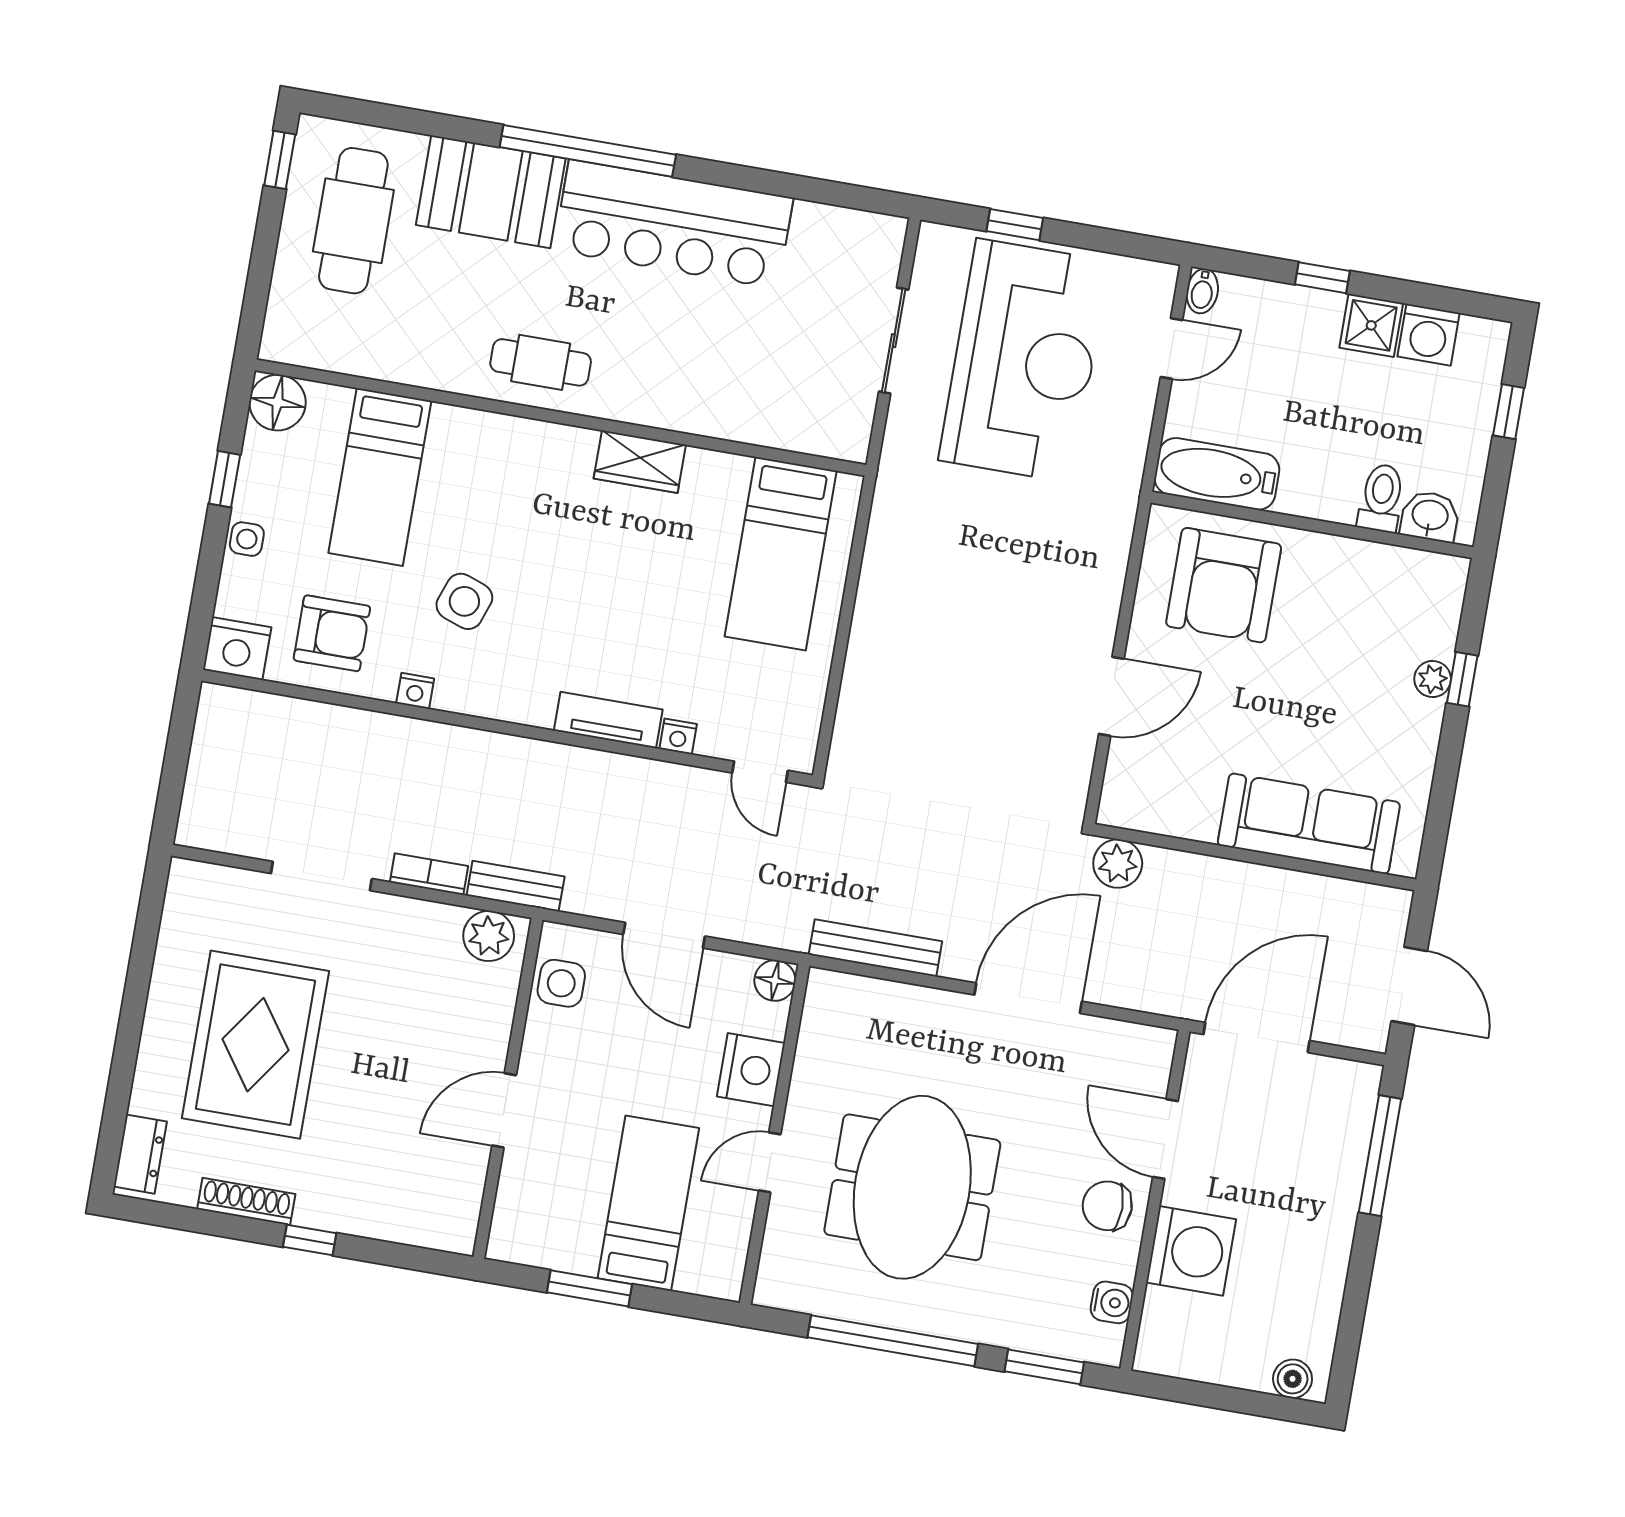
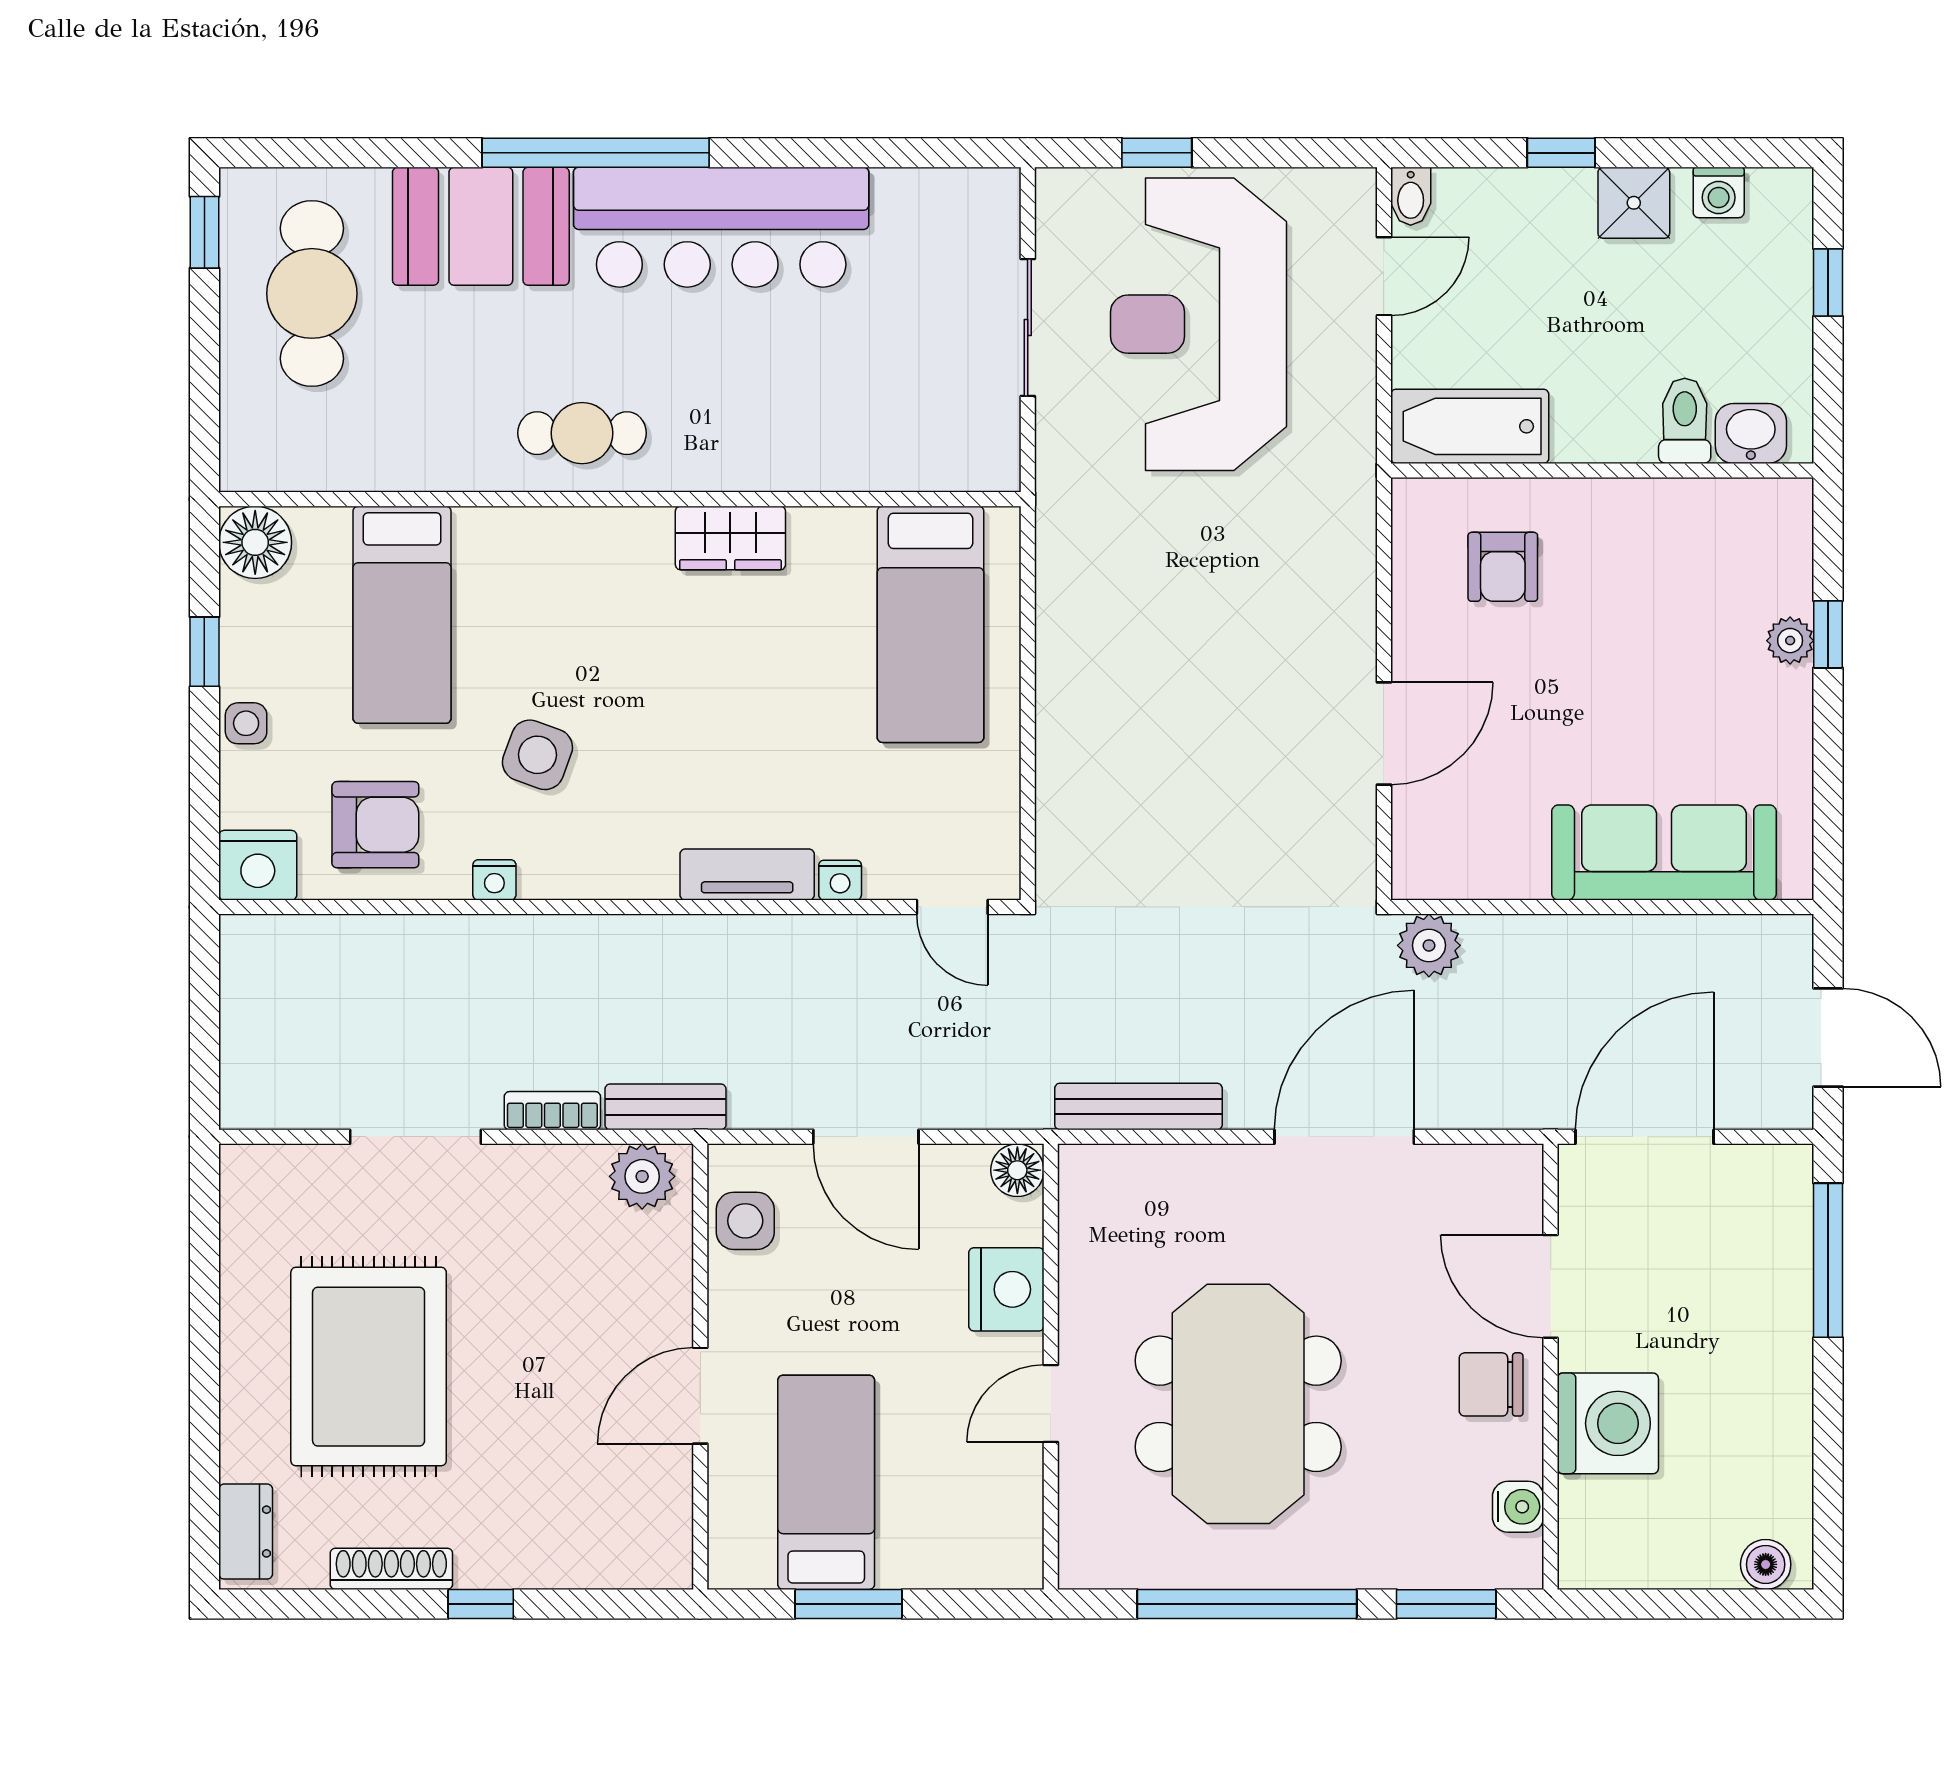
washing machine: (1429, 335) -> (1719, 192), width x0.73, depth x0.73
reception desk: (1024, 361) -> (1199, 324), turned 180
armchair: (1224, 585) -> (1503, 567), width x0.53, depth x0.53
bed: (648, 1203) -> (826, 1482), moved

